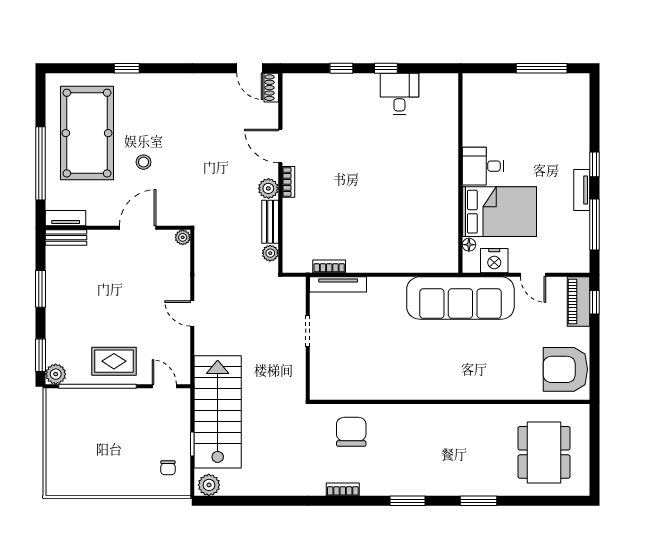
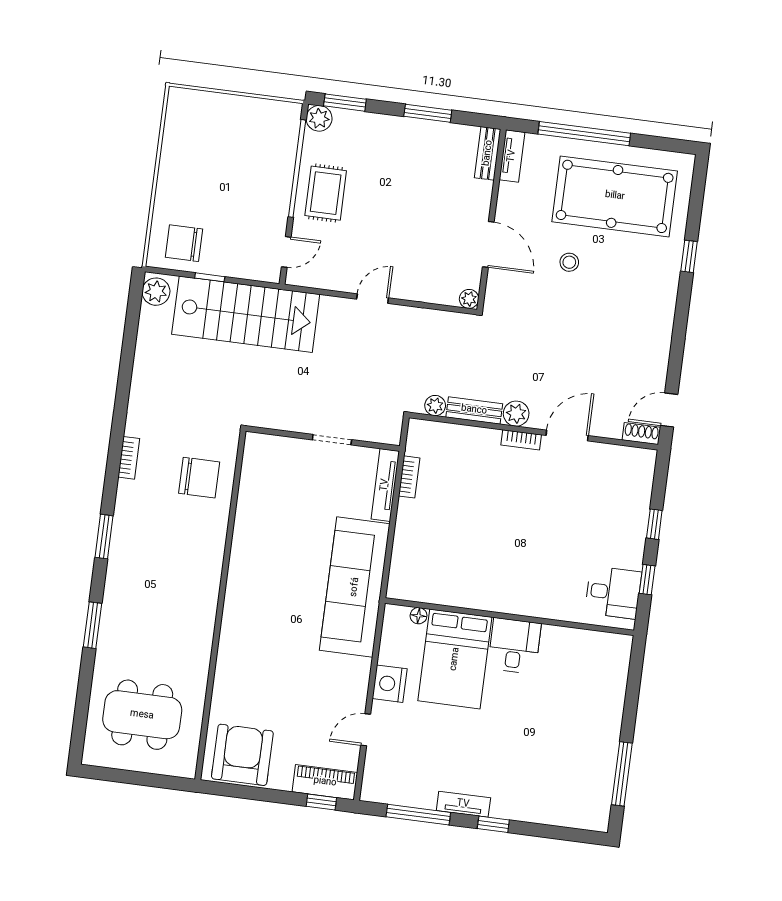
desk: (483, 166) -> (514, 646), moved
wall: (460, 173) -> (509, 617), moved
bed: (499, 212) -> (455, 659), moved
floor lamp: (469, 245) -> (419, 616), moved
sofa: (460, 298) -> (355, 587), moved
chair: (168, 468) -> (184, 243), width x1.87, depth x1.87

